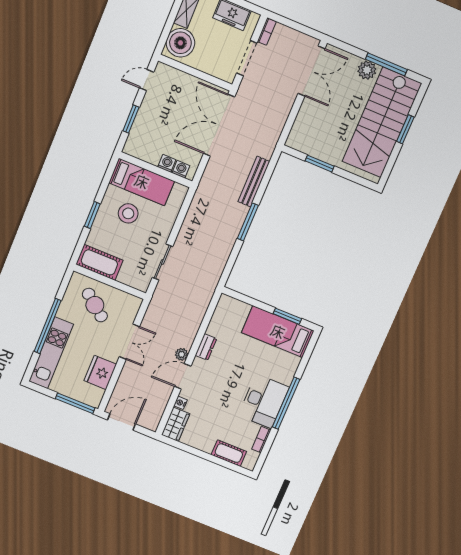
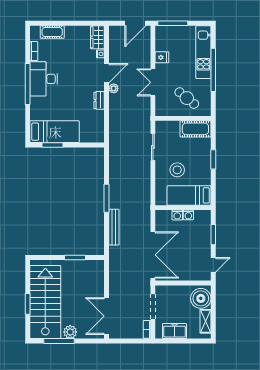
washing machine: (181, 169) -> (188, 215), moved
stool: (128, 213) -> (177, 170), moved
fridge: (100, 372) -> (162, 57), width x0.53, depth x0.75

